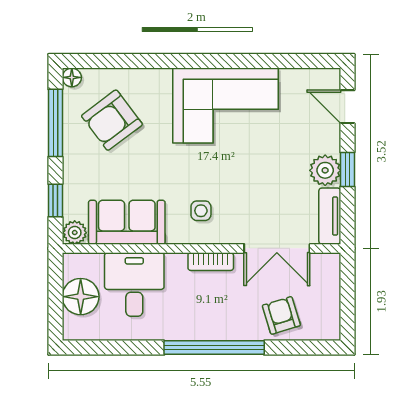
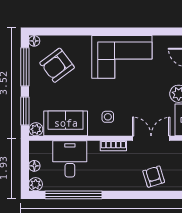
window: (55, 201) -> (25, 111), width x1.50
double door: (277, 248) -> (151, 138), swing flipped
floor lamp: (81, 297) -> (34, 166), width x0.53, depth x0.53
plant: (74, 329) -> (36, 184), added
window: (214, 348) -> (73, 195), moved

